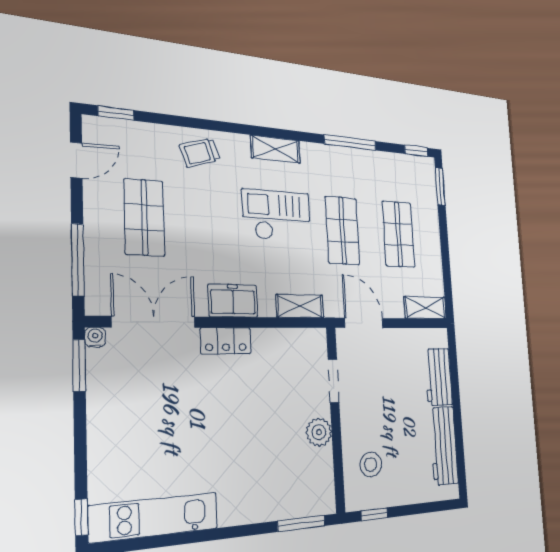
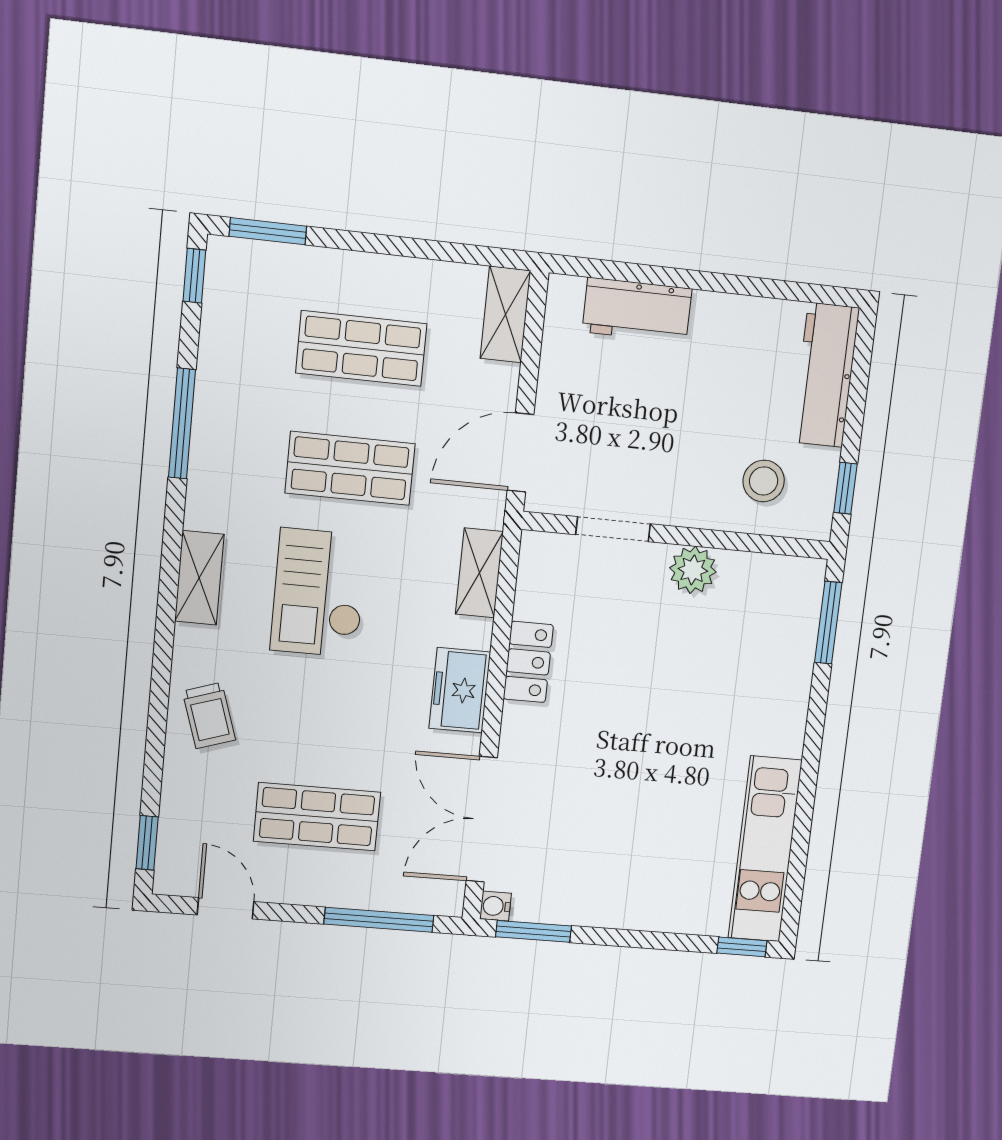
locker: (226, 341) -> (528, 662), moved
workbench: (444, 446) -> (825, 375), moved, turned 90

